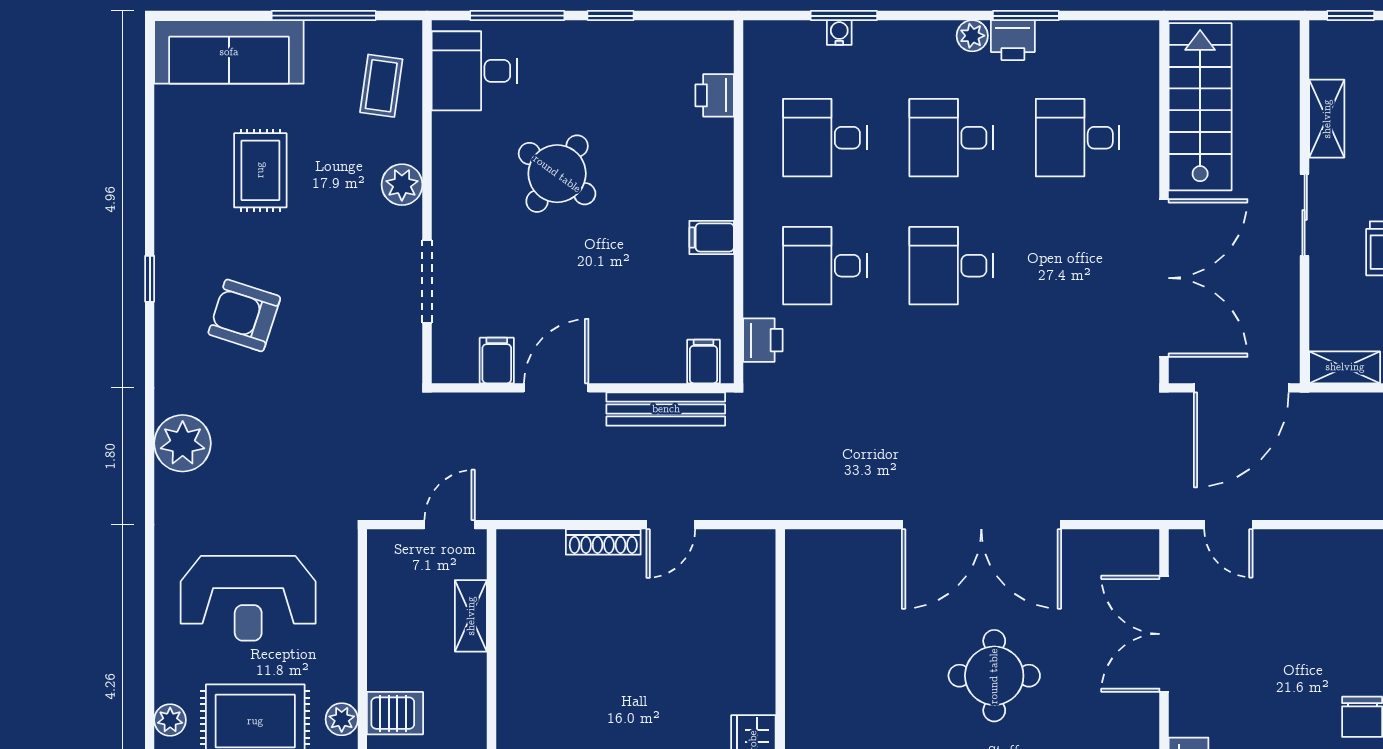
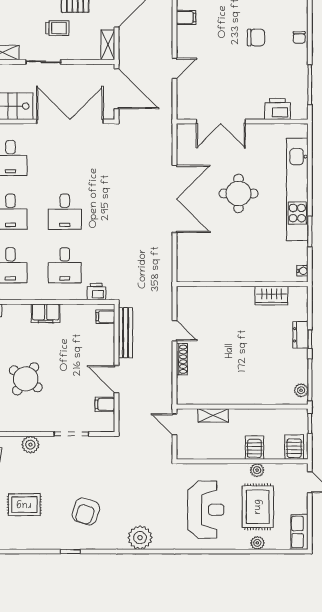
filing cabinet: (712, 237) -> (46, 313), width x2.00
door: (1228, 525) -> (175, 68), moved

